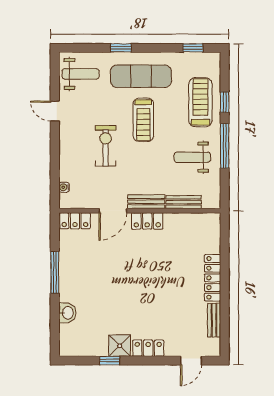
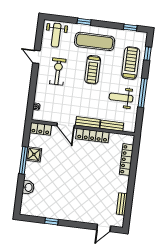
weight bench: (81, 74) -> (56, 35), turned 90
window: (225, 102) -> (148, 54), moved
exercise bike: (106, 146) -> (58, 72), moved
door: (113, 211) -> (66, 125), hinge flipped
locker: (147, 221) -> (92, 136), width x1.53
locker: (213, 278) -> (126, 160), moved
shower: (120, 346) -> (34, 154), moved
locker: (148, 348) -> (77, 217), removed

